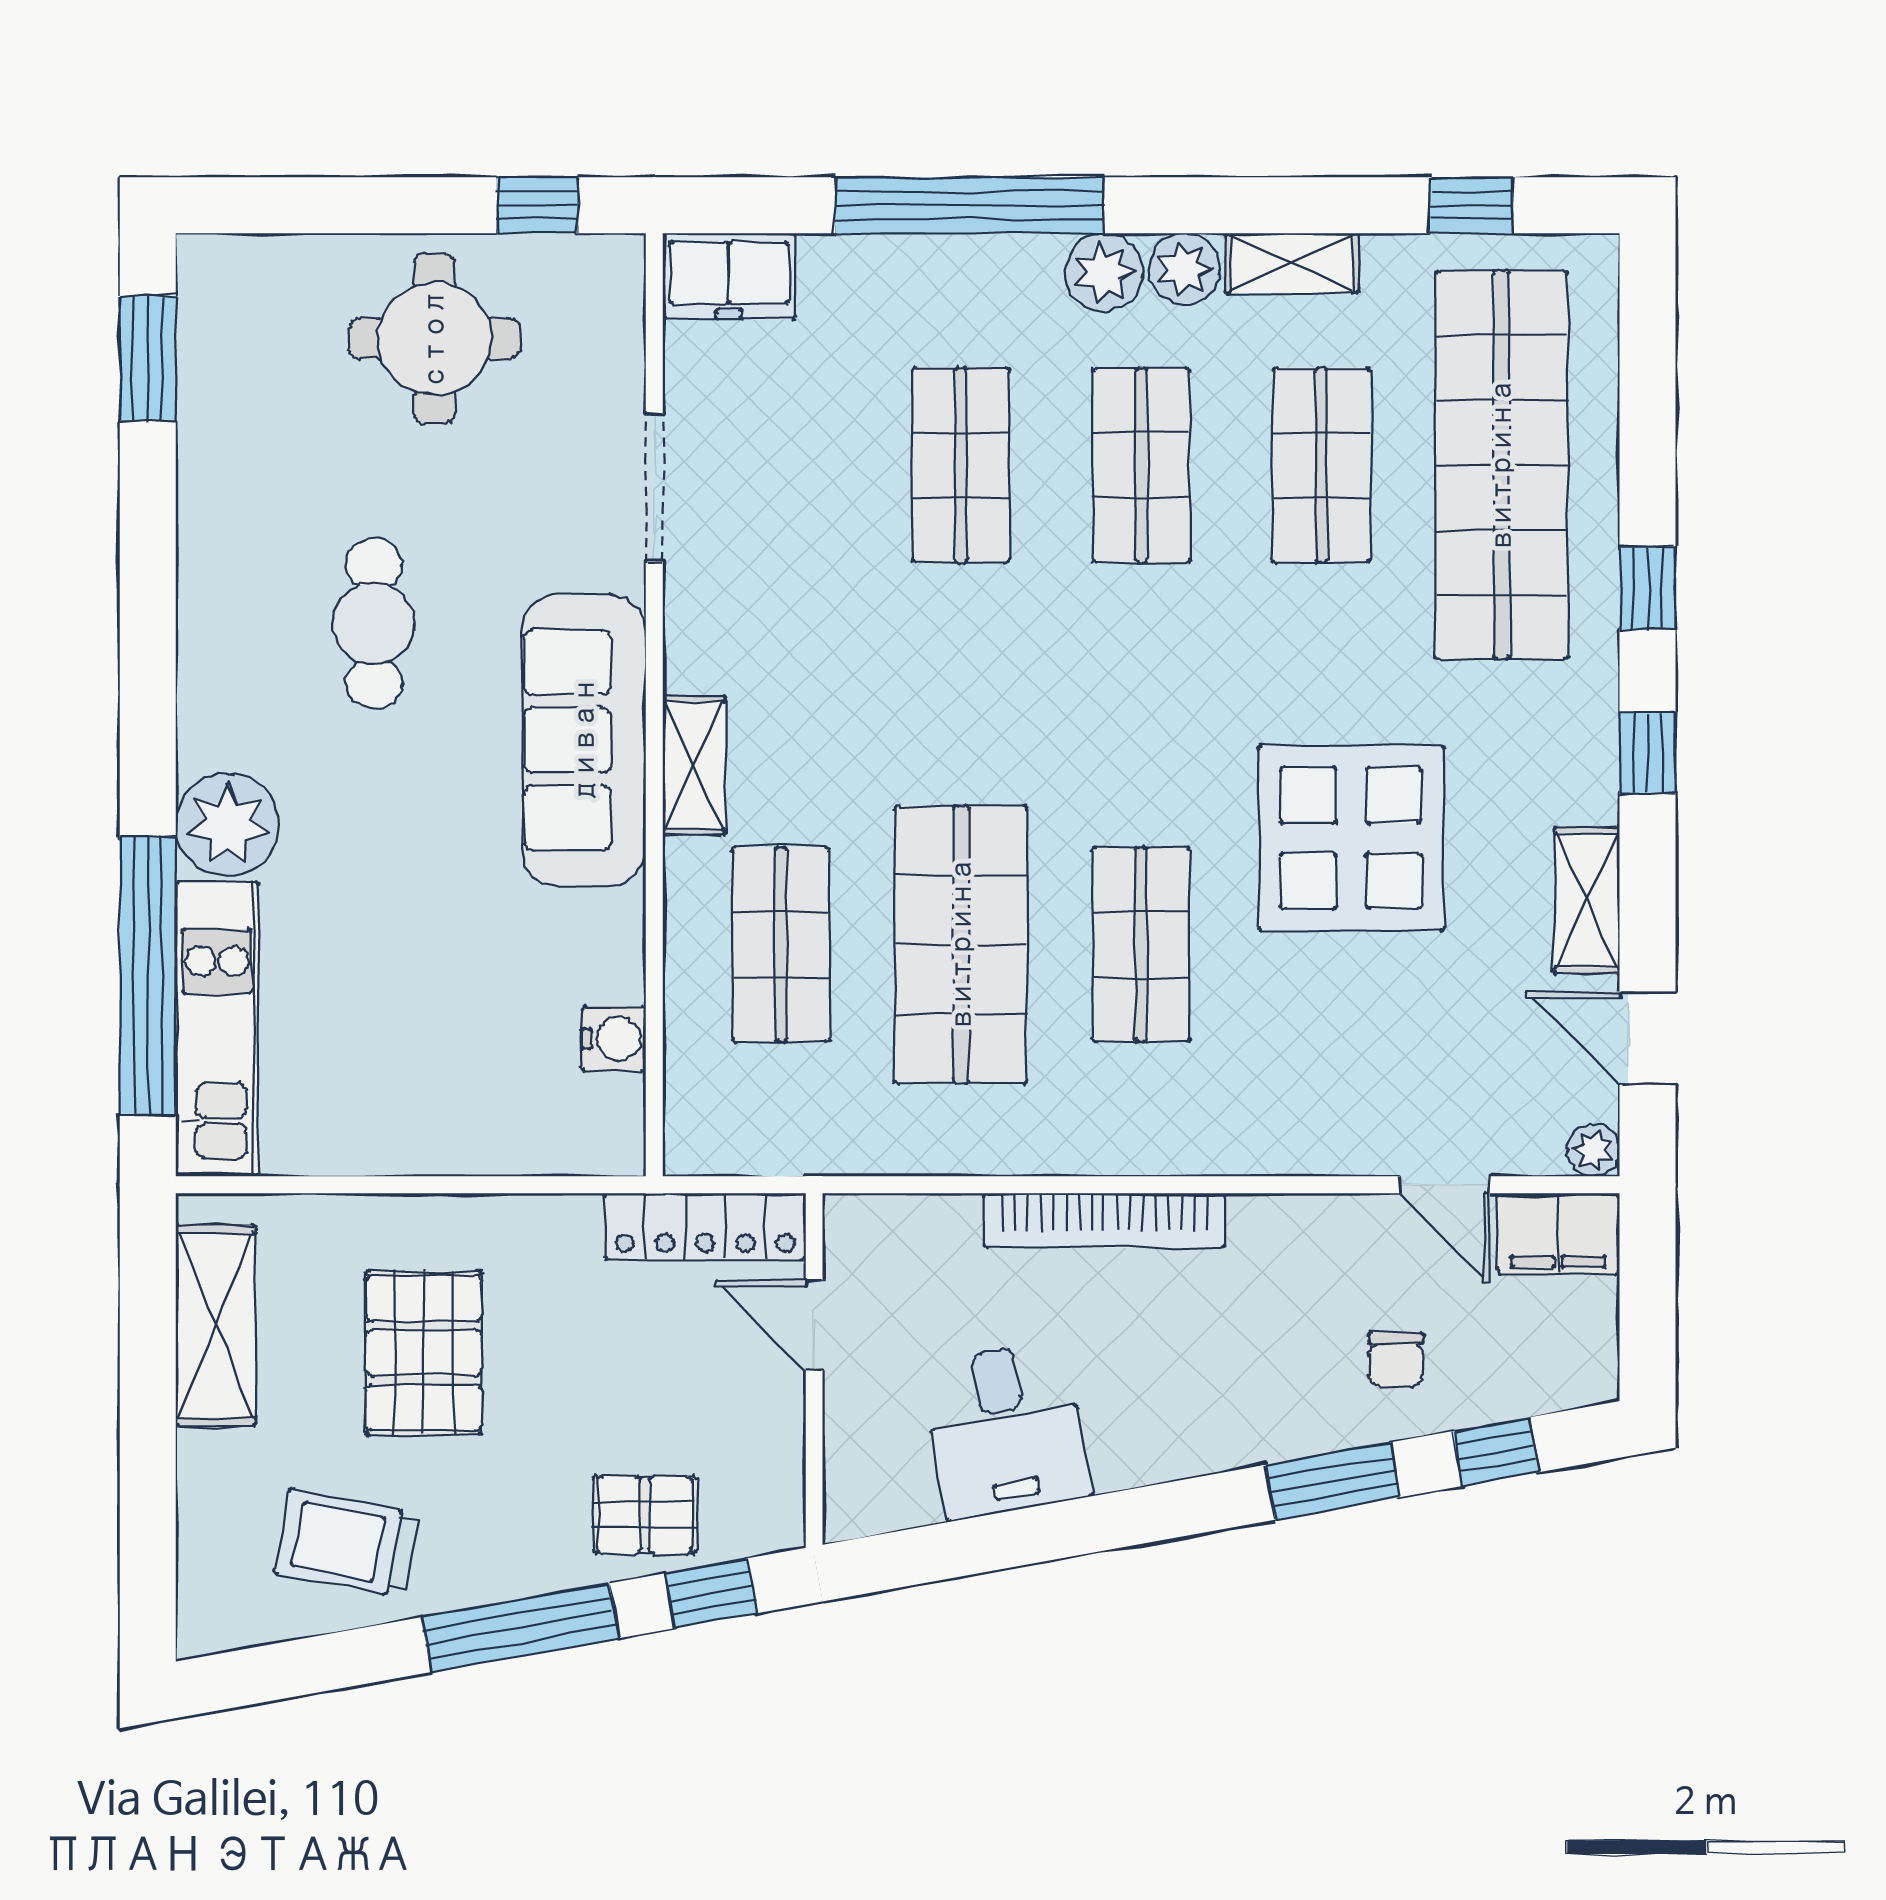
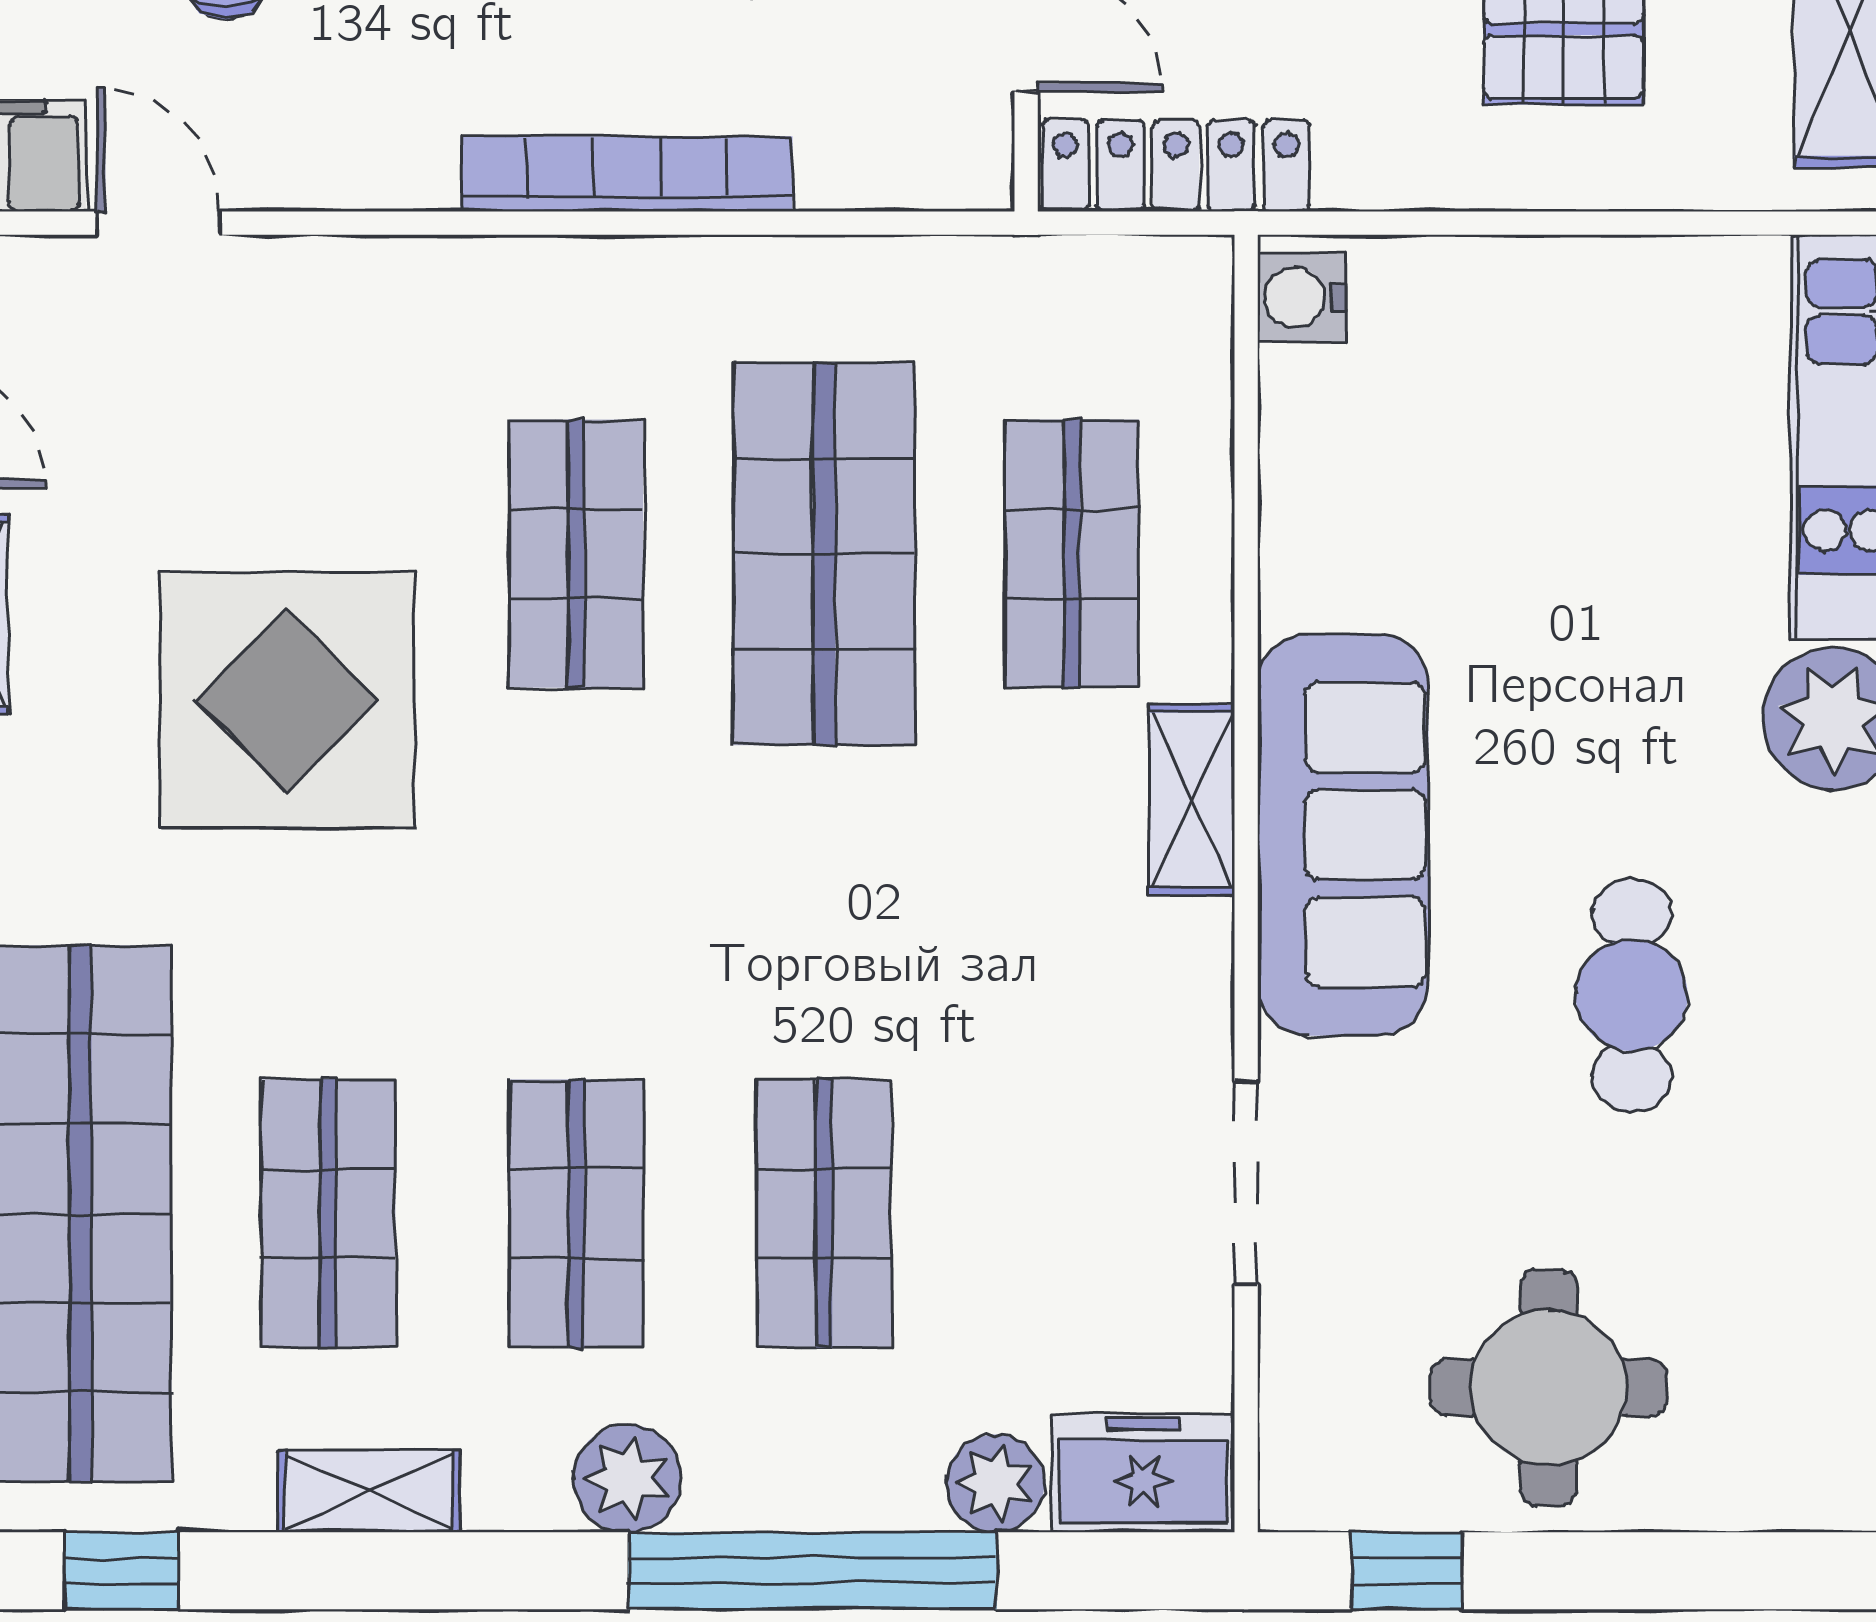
plant: (1184, 269) -> (995, 1483), moved
water cooler: (614, 1039) -> (1302, 298), moved

